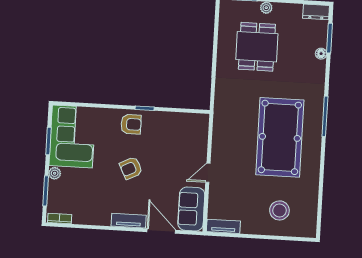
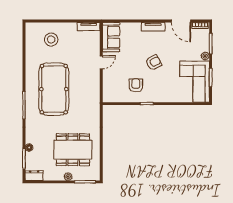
dining table: (257, 47) -> (73, 150), width x1.38
armchair: (131, 124) -> (136, 86), moved, turned 90
door: (161, 231) -> (181, 21), moved

